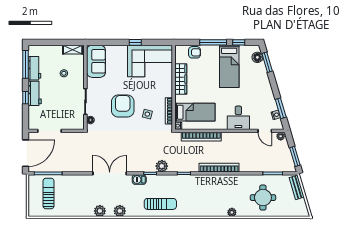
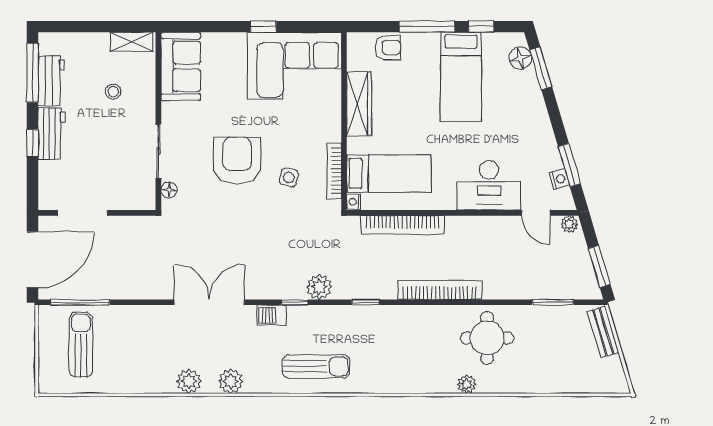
desk: (238, 118) -> (489, 185), width x1.37
round table: (263, 198) -> (487, 338), moved

